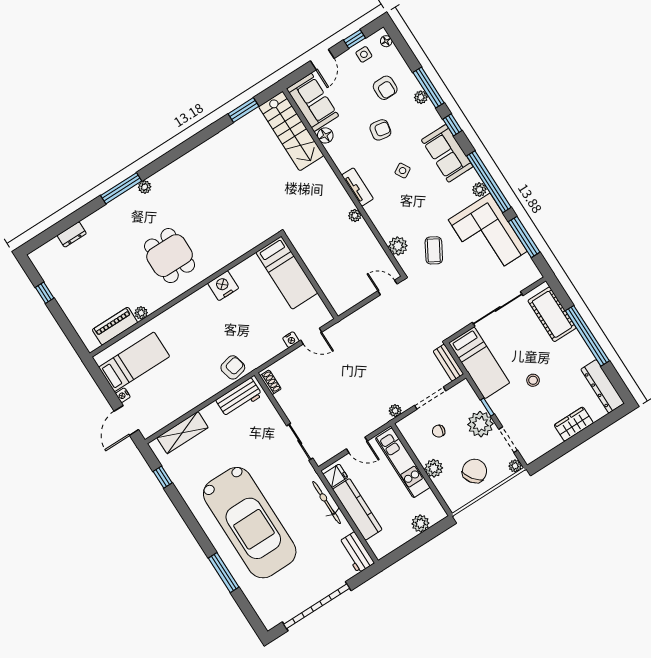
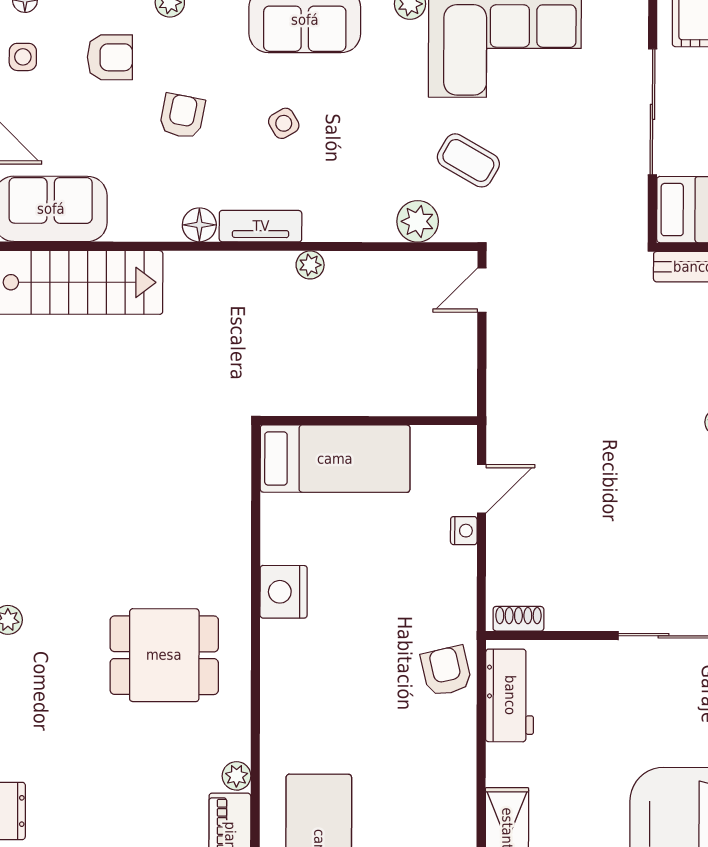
floor lamp: (325, 135) -> (199, 225), moved

